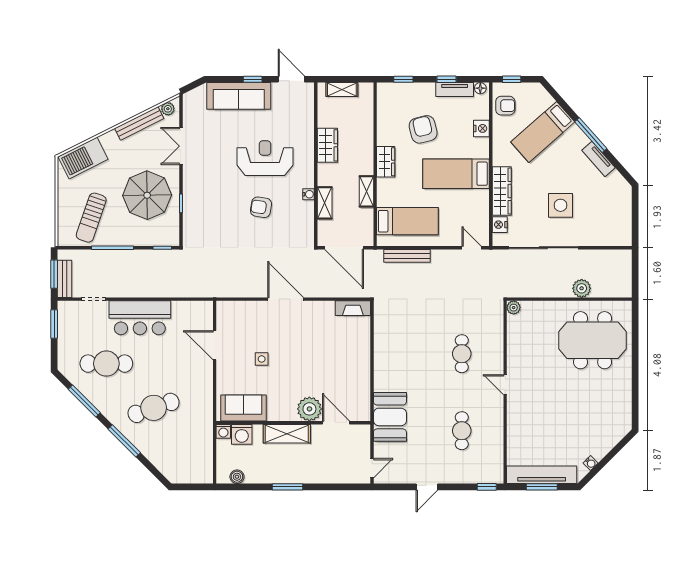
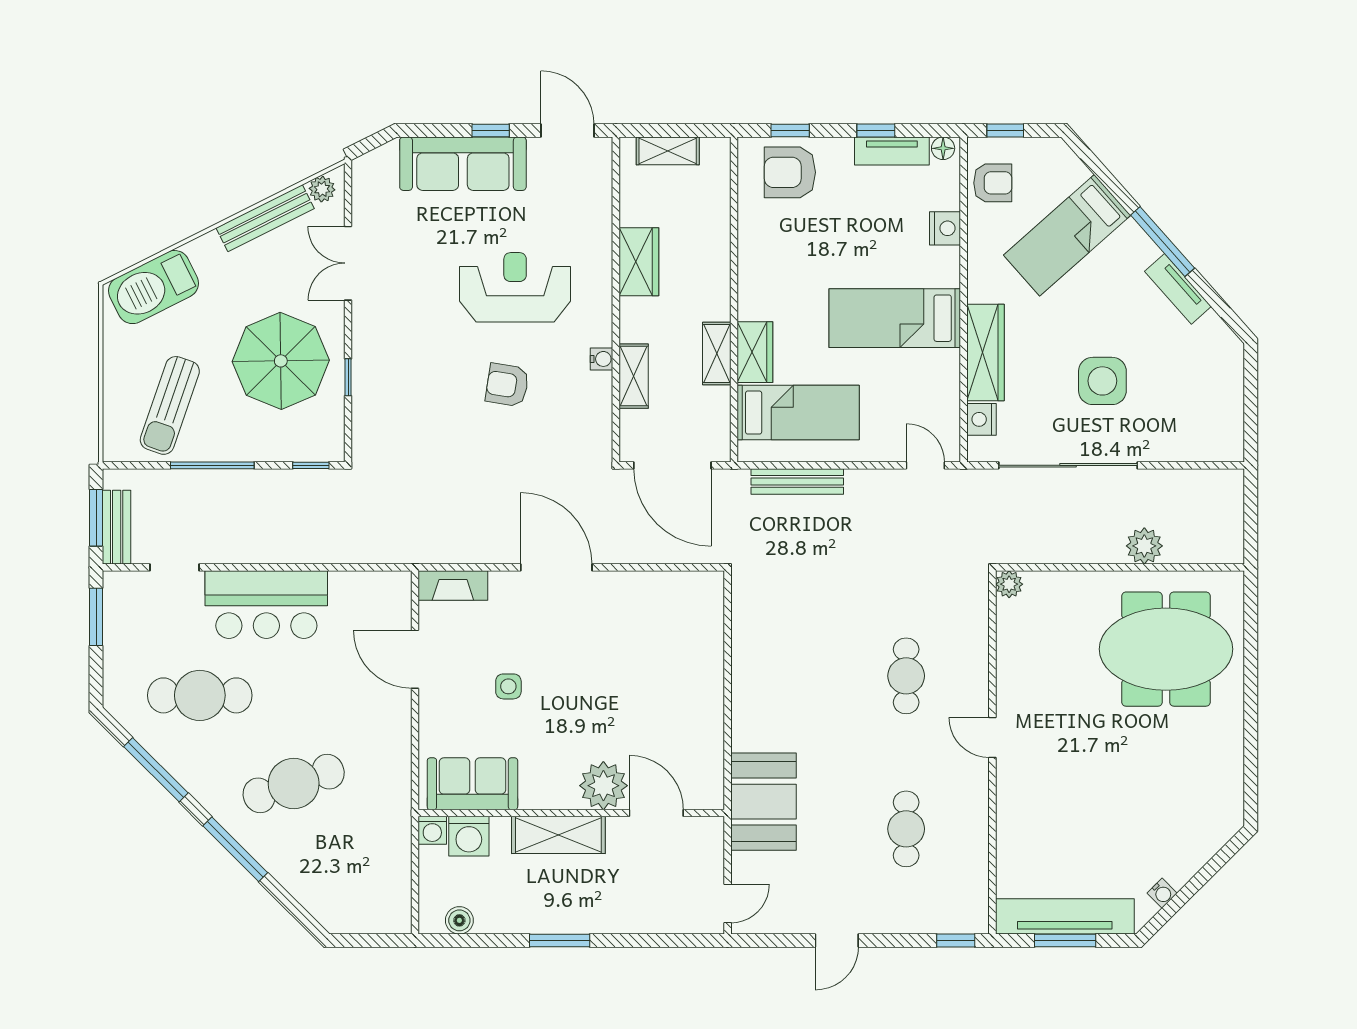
armchair: (423, 129) -> (790, 172), moved, turned -76
wardrobe: (386, 162) -> (755, 352), moved
fireplace: (353, 308) -> (453, 585), moved

